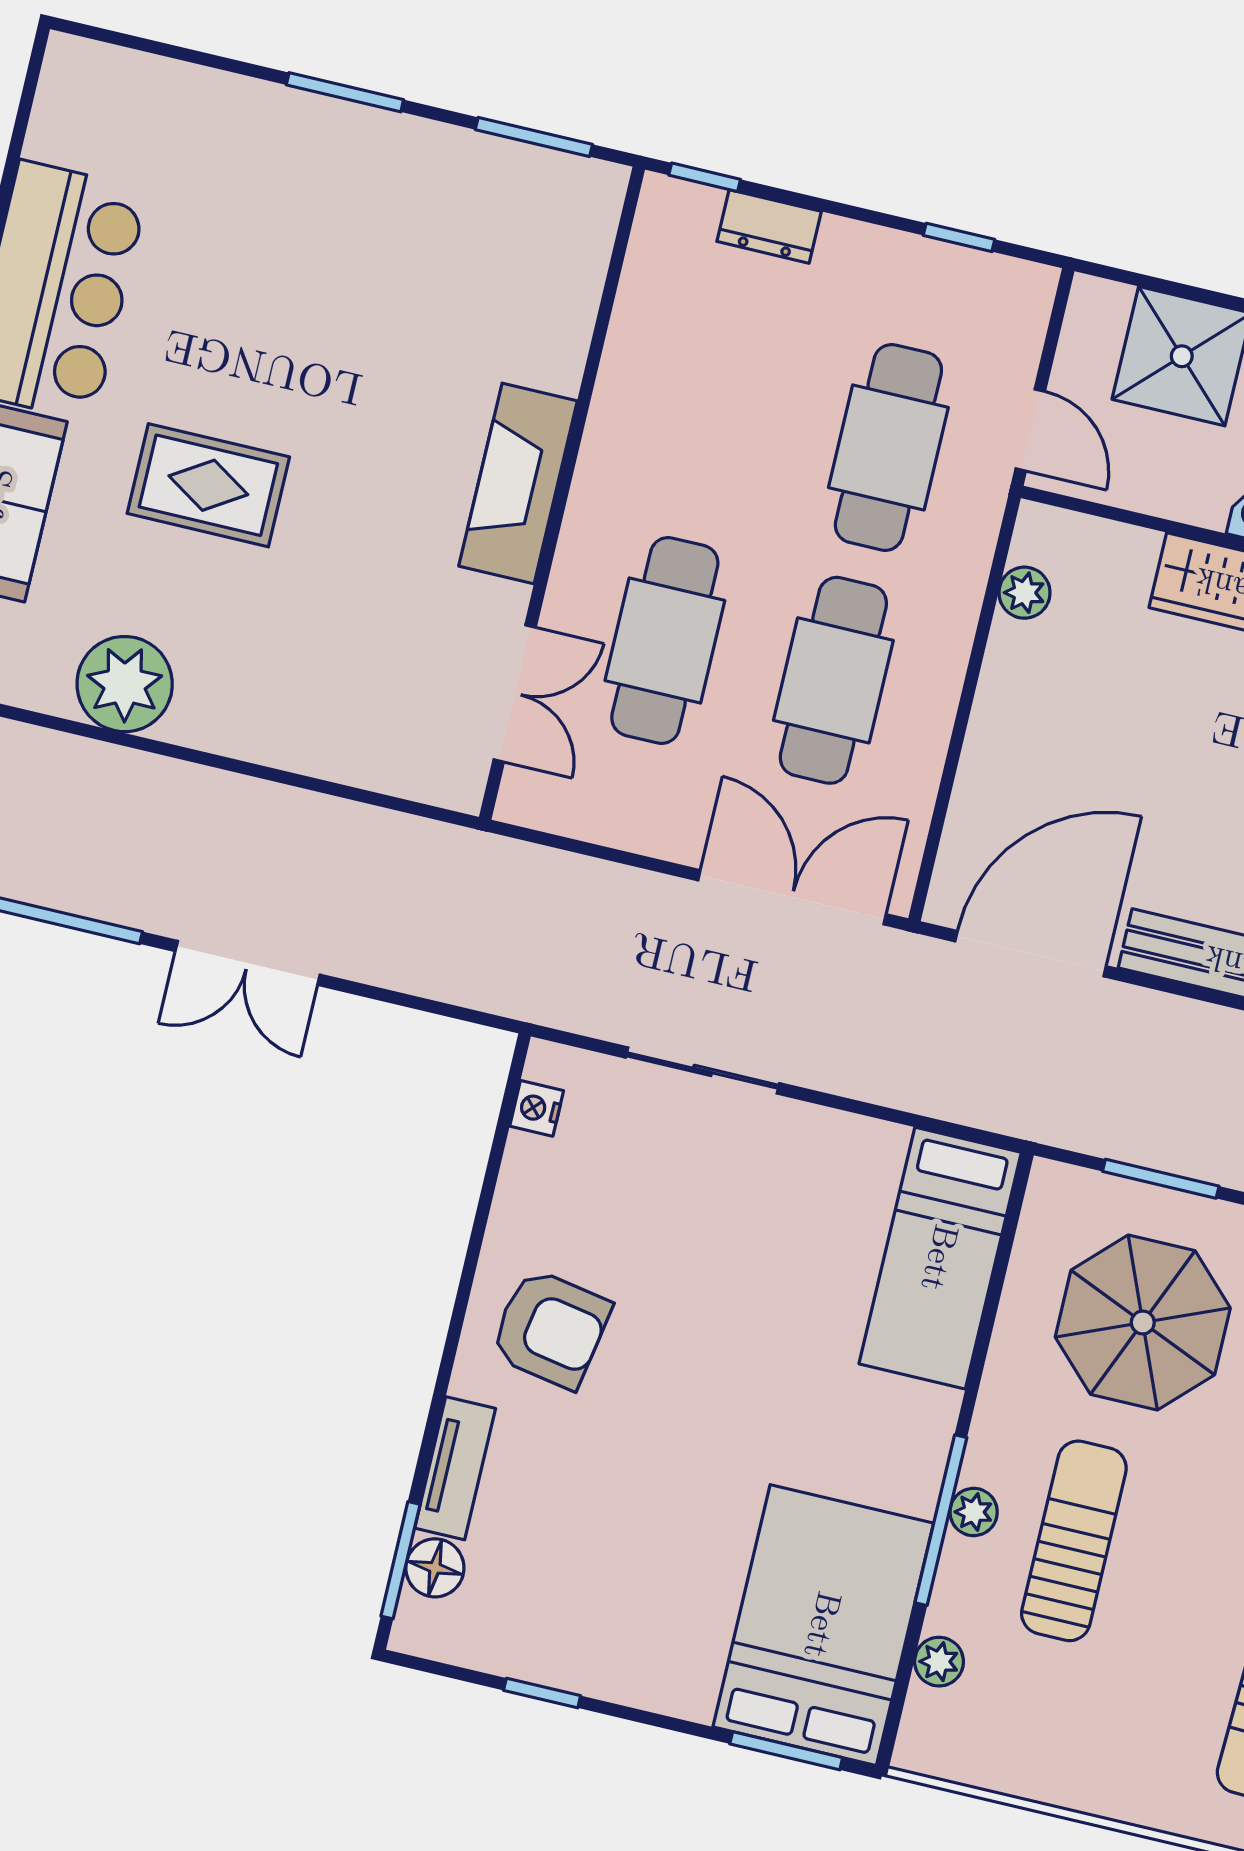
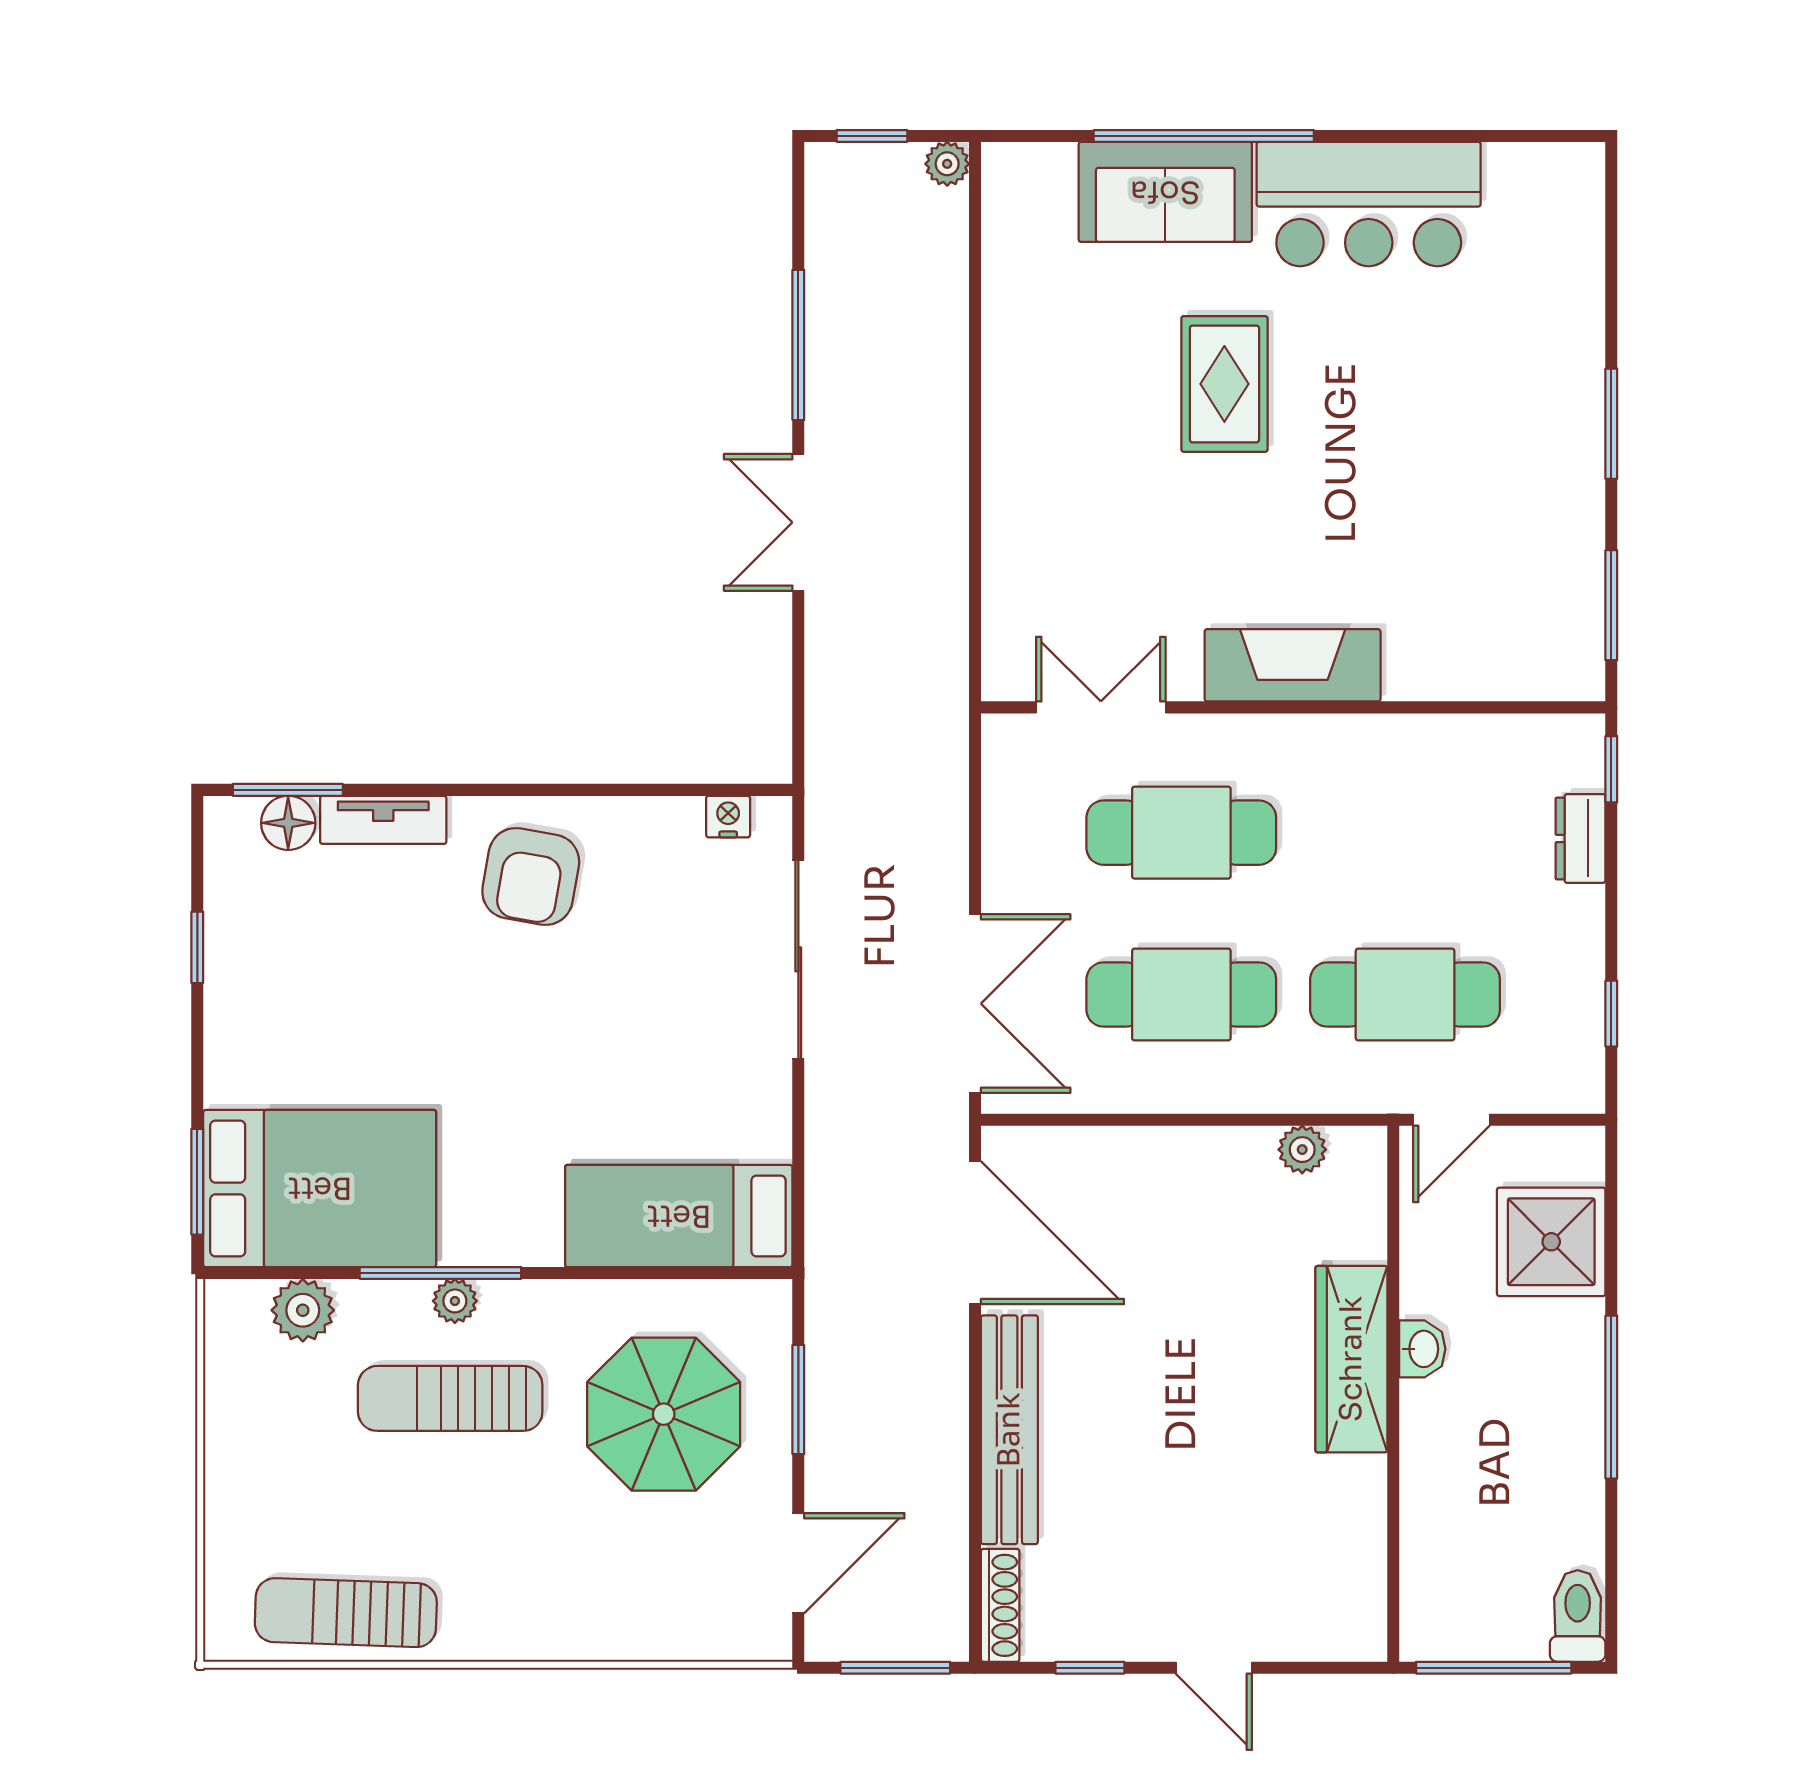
plant: (125, 684) -> (1026, 351), removed
double door: (515, 694) -> (1101, 707), swing flipped
sliding door: (703, 1070) -> (798, 959), width x1.37
sun lounger: (1074, 1541) -> (450, 1398), turned 180
plant: (939, 1662) -> (303, 1310), width x1.38, depth x1.38

